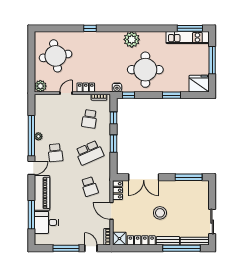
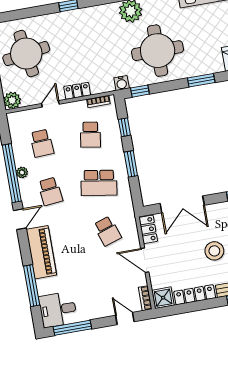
school desk: (55, 119) -> (42, 143), added
school desk: (90, 153) -> (99, 183), turned 33
desk: (46, 222) -> (58, 310), moved
window: (66, 248) -> (72, 328), moved

